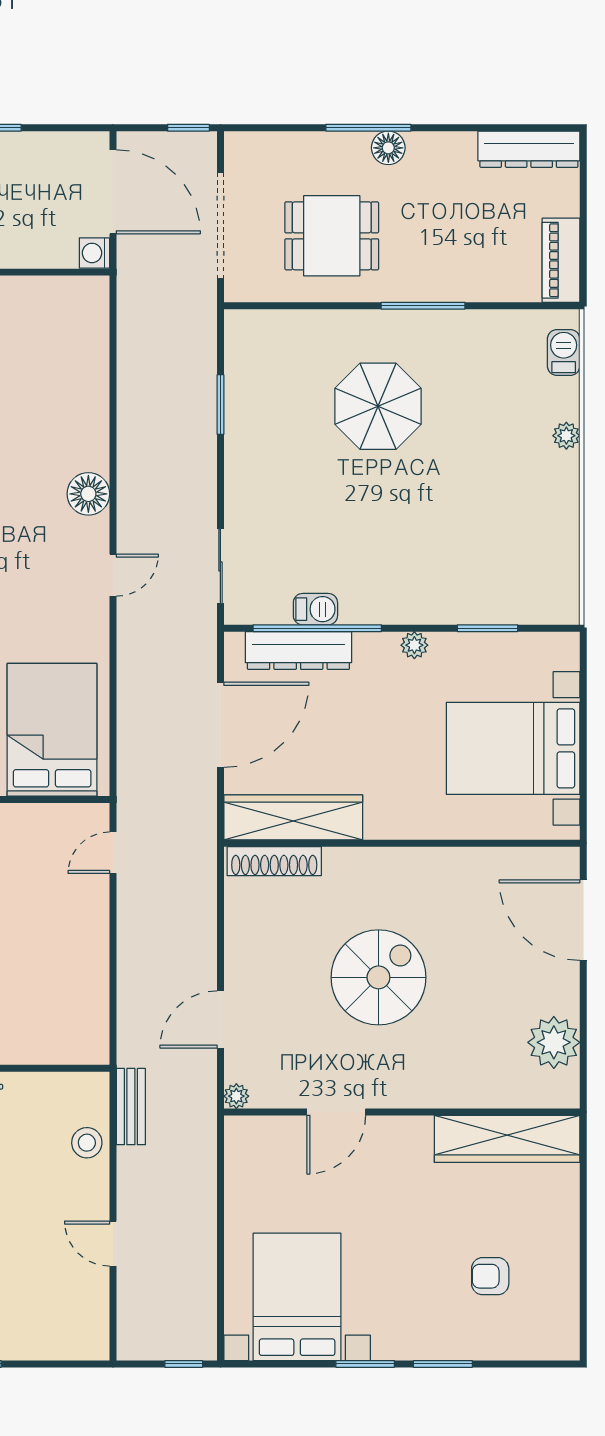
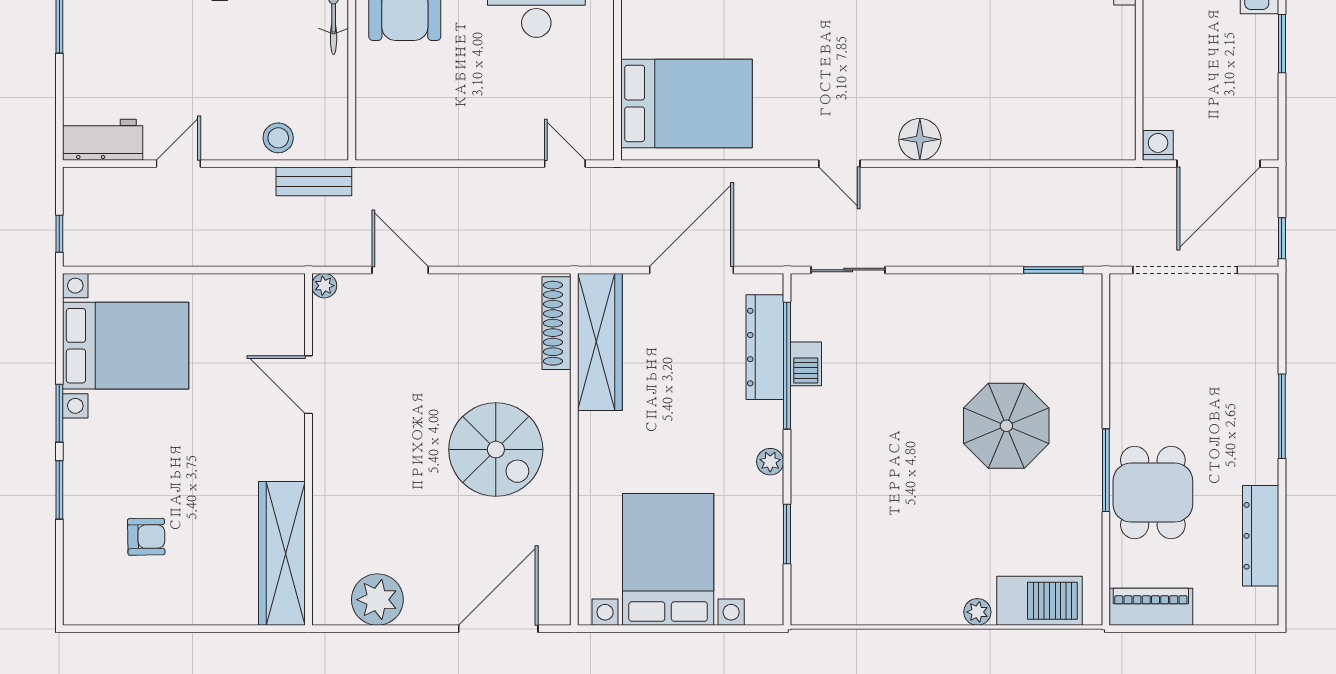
floor lamp: (388, 148) -> (1262, 436), removed
dresser: (529, 149) -> (1261, 536), moved
dining table: (332, 236) -> (1153, 493), moved
barbecue: (564, 353) -> (1040, 601), width x1.88, depth x1.53
window: (220, 404) -> (1053, 270), moved
door: (220, 725) -> (691, 270), swing flipped
spiral stairs: (378, 977) -> (496, 450), moved
armchair: (490, 1276) -> (146, 537), turned 89
workbench: (89, 1320) -> (103, 140), added

